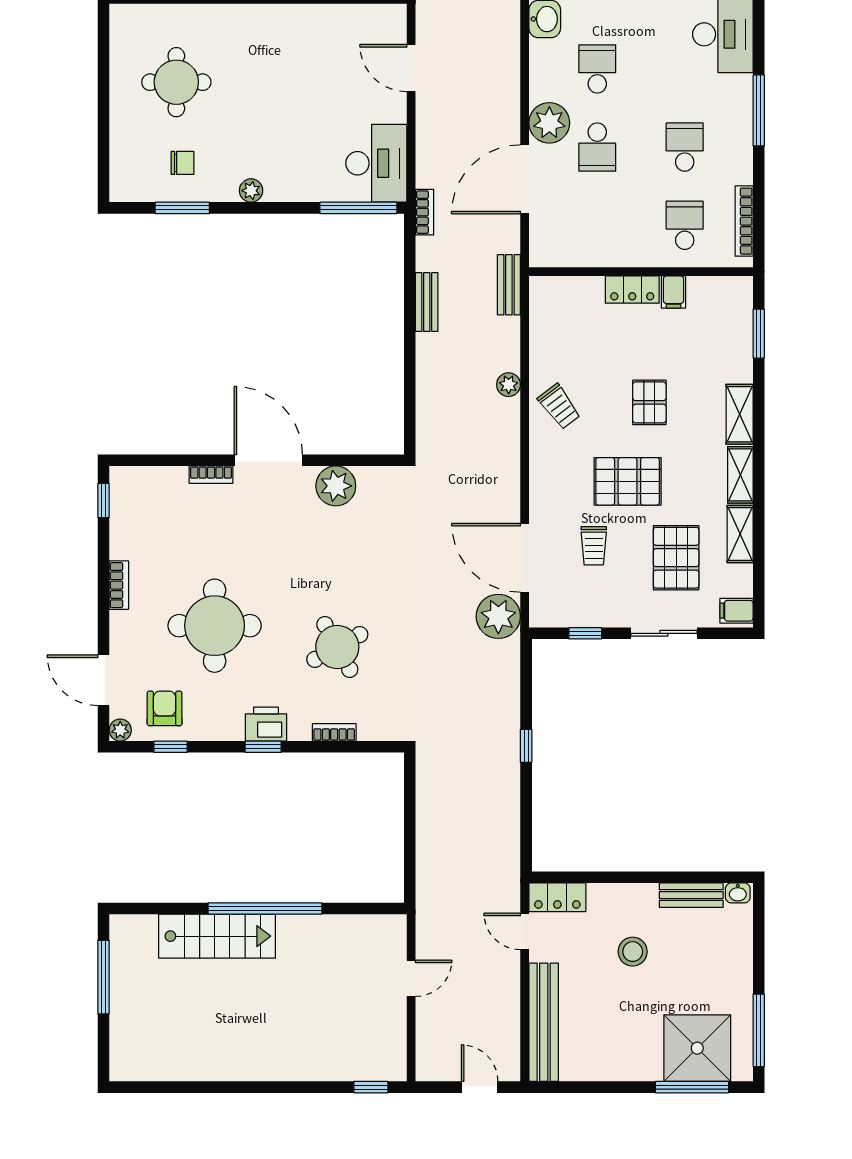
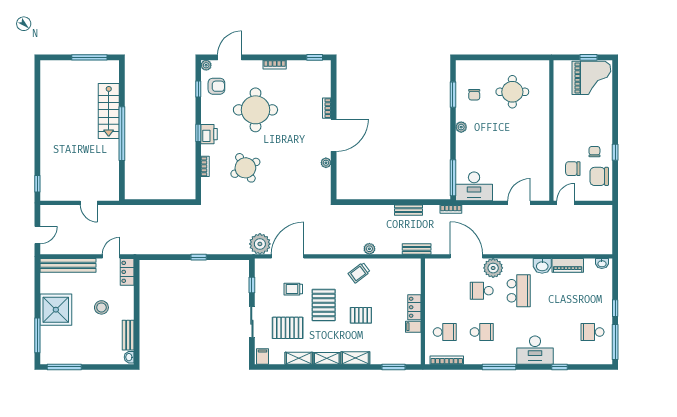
school desk: (597, 69) -> (519, 291), width x1.85
plant: (336, 486) -> (326, 163), width x0.53, depth x0.53
shower: (697, 1048) -> (56, 310), moved

